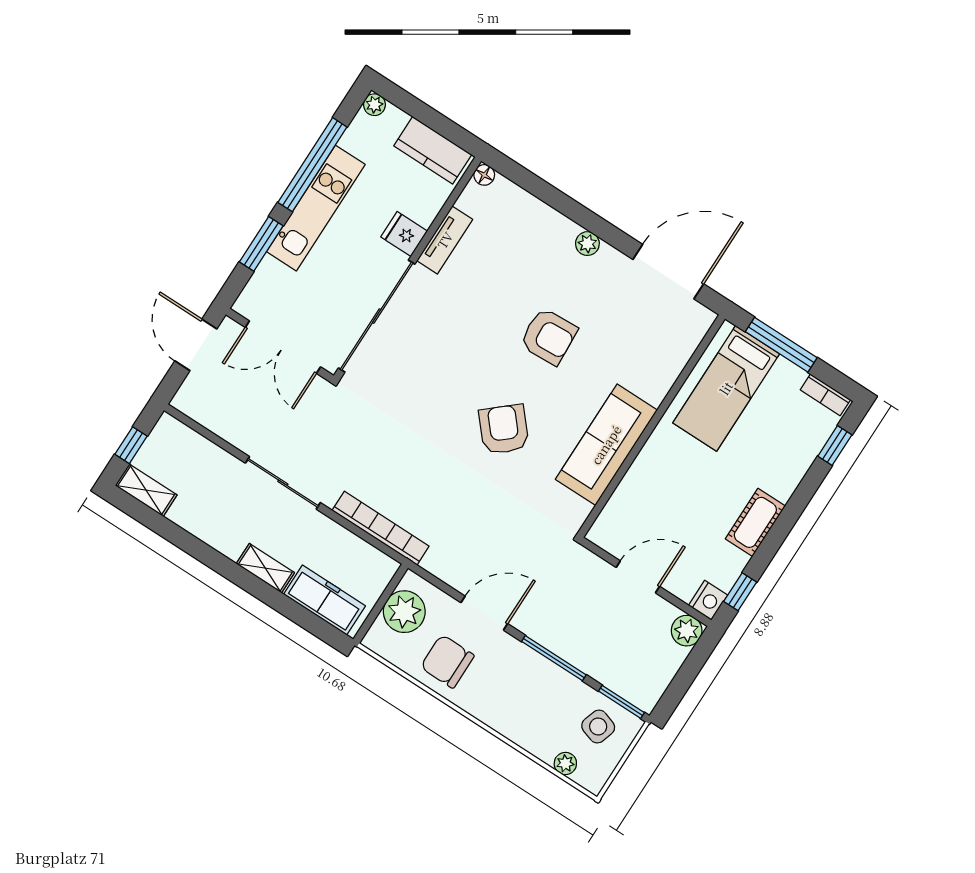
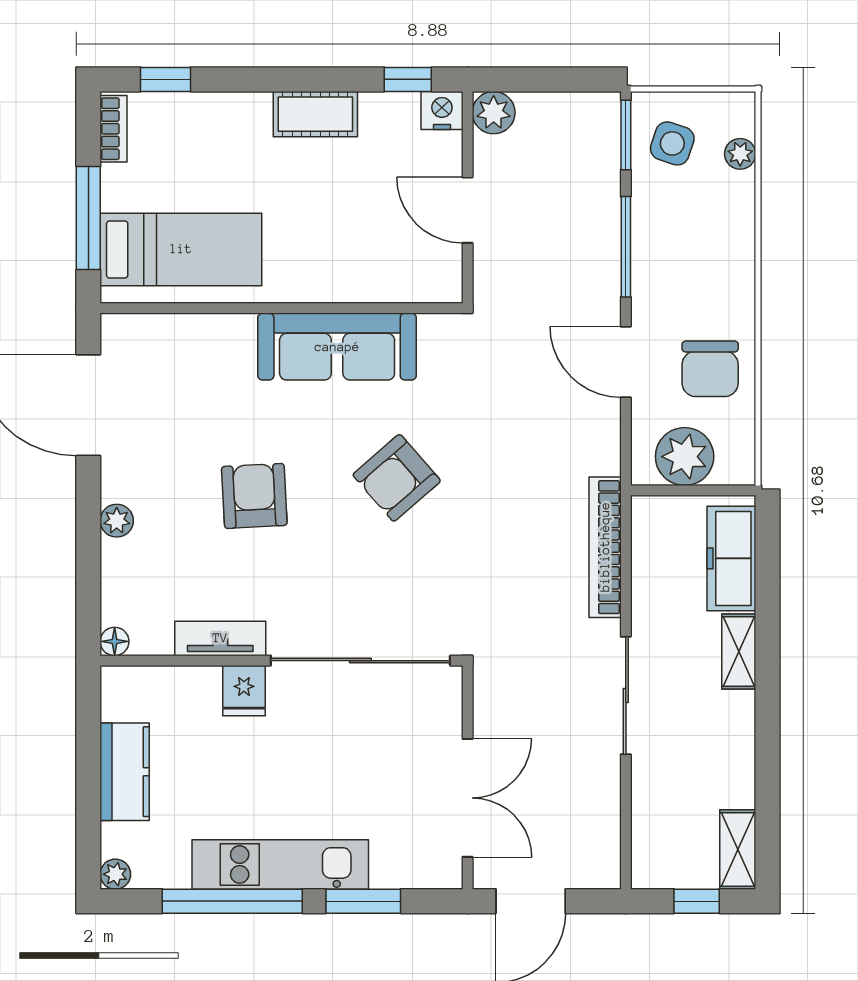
floor lamp: (484, 175) -> (115, 641), moved
fridge: (404, 234) -> (244, 691), moved
tv unit: (445, 240) -> (220, 638), moved
wall: (407, 268) -> (282, 661), moved
sliding door: (377, 316) -> (360, 661), moved

